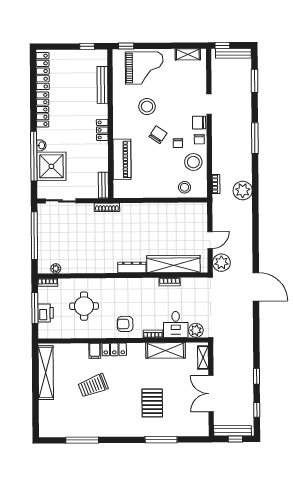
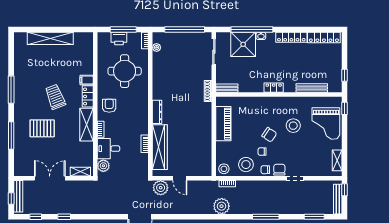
piano: (122, 159) -> (223, 124), moved, turned -90
stool: (185, 187) -> (224, 169), moved
round table: (84, 306) -> (125, 71), width x1.36, depth x1.36
shelving: (166, 350) -> (87, 125), moved
shelving: (46, 373) -> (50, 38), moved
trolley: (93, 386) -> (55, 97), moved
window: (82, 440) -> (11, 90), moved

